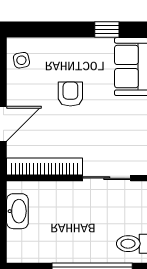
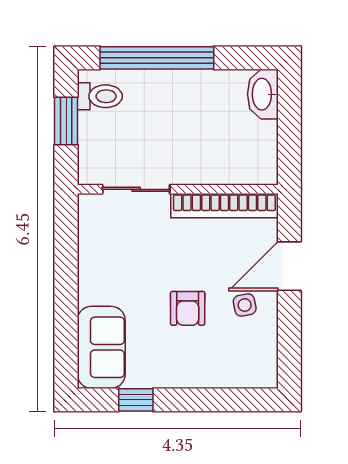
side table: (21, 60) -> (245, 305), moved
washbasin: (17, 211) -> (263, 94), moved

